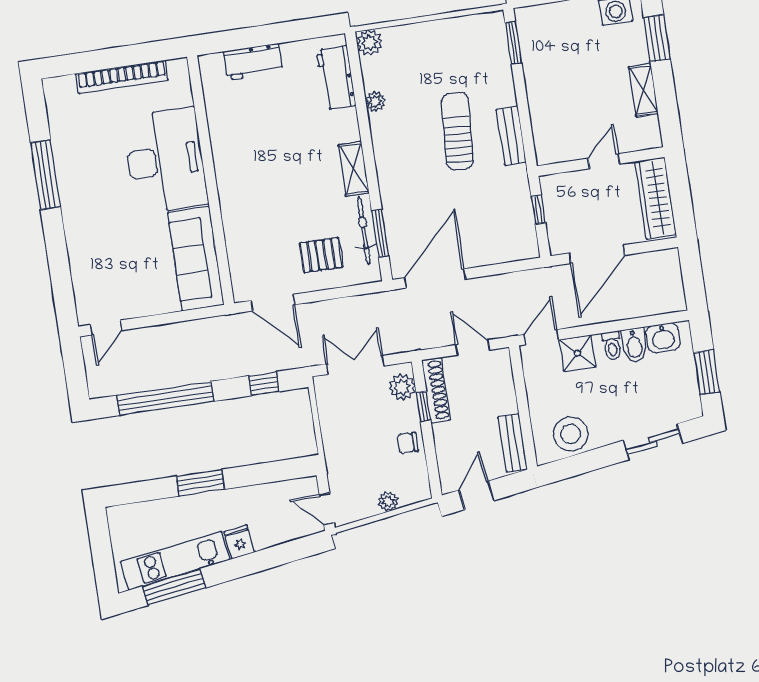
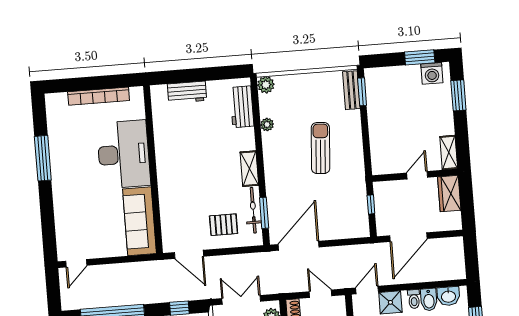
shelving: (643, 90) -> (449, 152), moved
bench: (511, 136) -> (351, 90), moved
wardrobe: (656, 198) -> (449, 194), width x0.67

